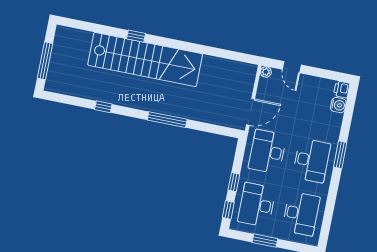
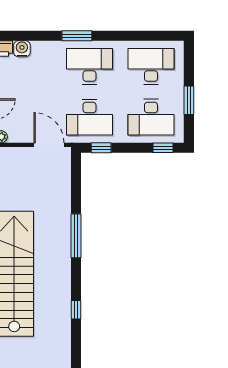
window: (234, 182) -> (101, 148), moved

